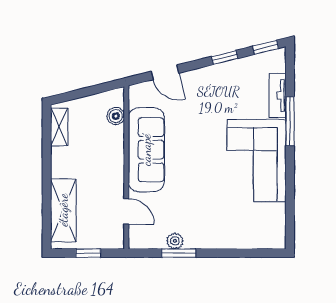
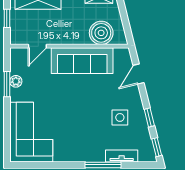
side table: (225, 98) -> (120, 117), added
boiler: (116, 116) -> (101, 33), width x1.86, depth x1.86
corner sofa: (256, 161) -> (31, 132), moved, turned 90

